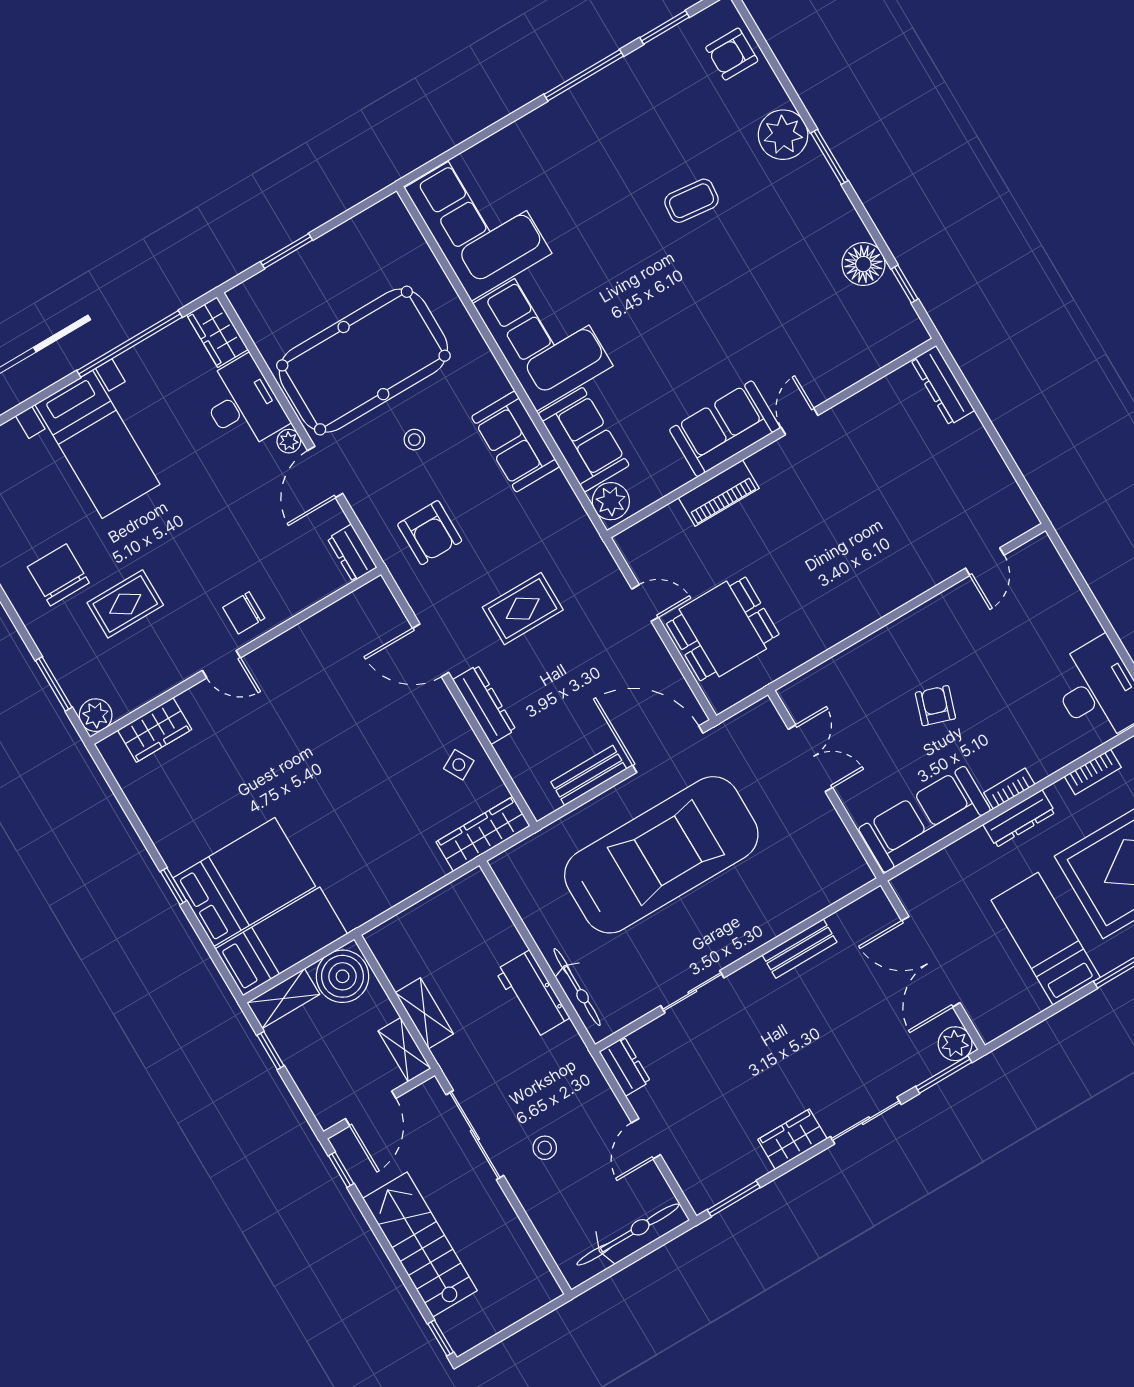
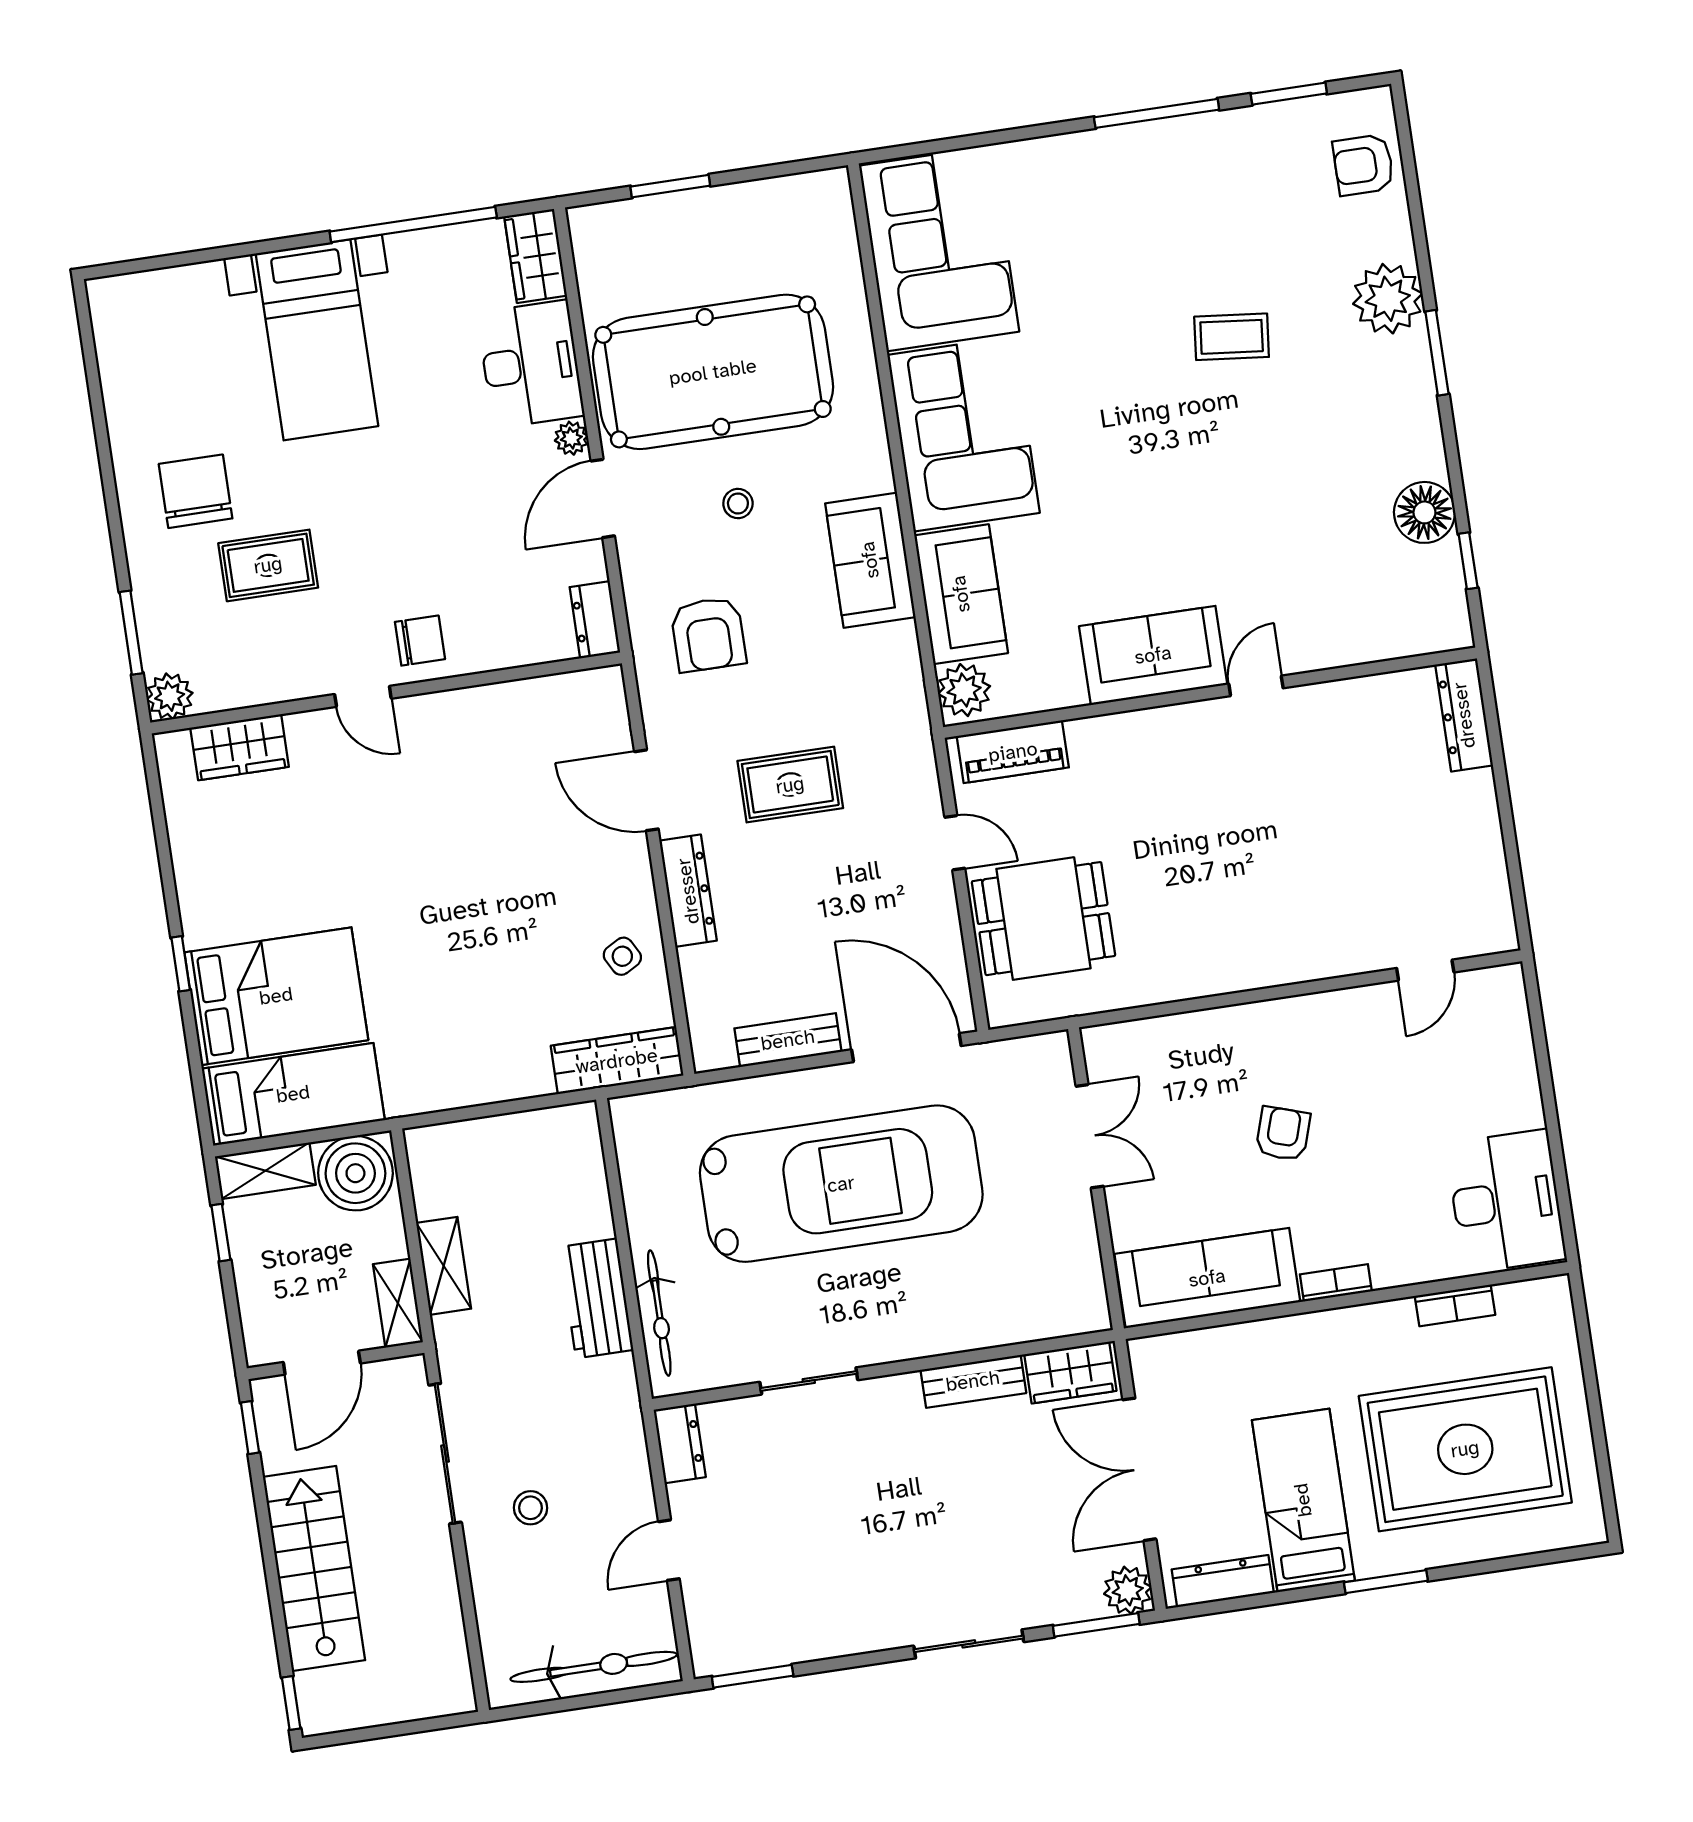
piano: (719, 493) -> (1013, 752), moved
chair: (244, 613) -> (420, 641), turned 180
dresser: (1019, 818) -> (1223, 1581), moved, turned 180
wardrobe: (792, 1139) -> (1070, 1373), moved, turned 180

